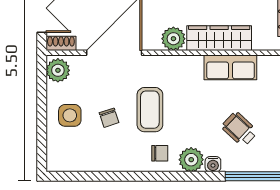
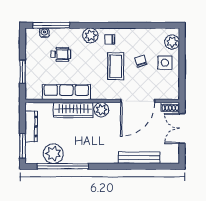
row of seats: (230, 67) -> (66, 92), width x1.48
plant: (58, 70) -> (172, 42), moved
wheelchair: (239, 129) -> (61, 54), turned -43
water cooler: (213, 164) -> (44, 33), moved

